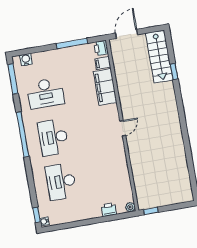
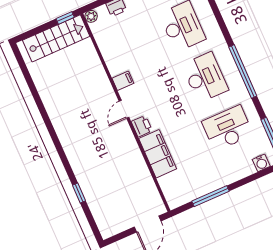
printer: (101, 48) -> (142, 126), moved
stairs: (159, 57) -> (56, 38), moved, turned 90
filing cabinet: (103, 63) -> (123, 81), moved

